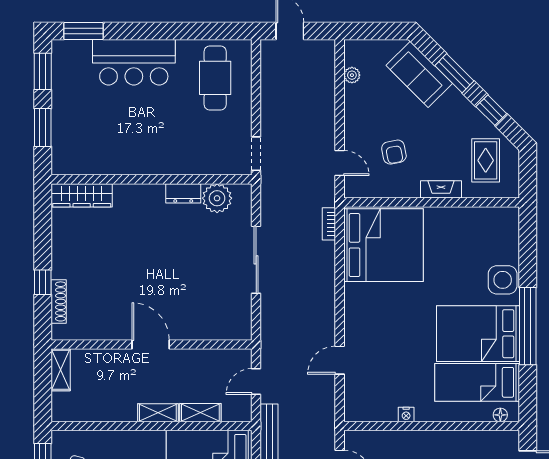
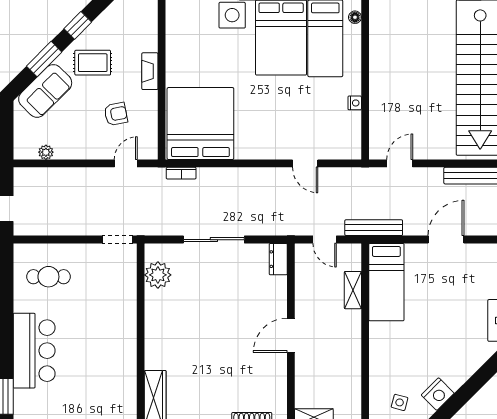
cafe table: (215, 78) -> (48, 277), width x0.73, depth x0.74
rug: (486, 160) -> (93, 63), moved
dresser: (183, 193) -> (278, 259), moved, turned 180
shelving: (158, 413) -> (353, 329), removed

